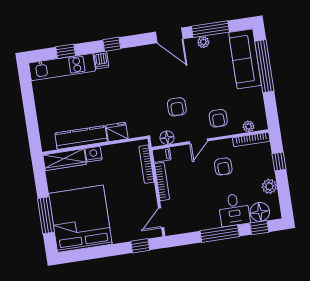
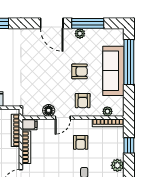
sofa: (245, 59) -> (113, 71), moved
armchair: (177, 107) -> (79, 71), moved, turned -90
floor lamp: (167, 138) -> (49, 110), moved

